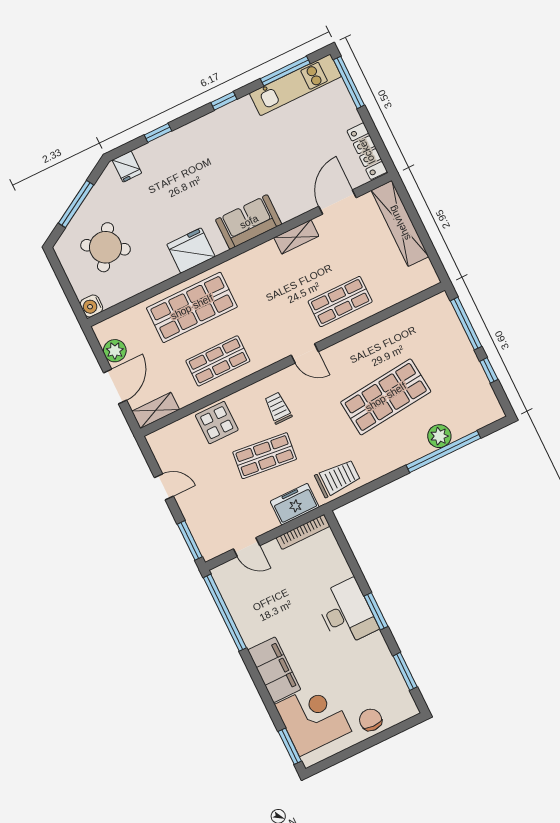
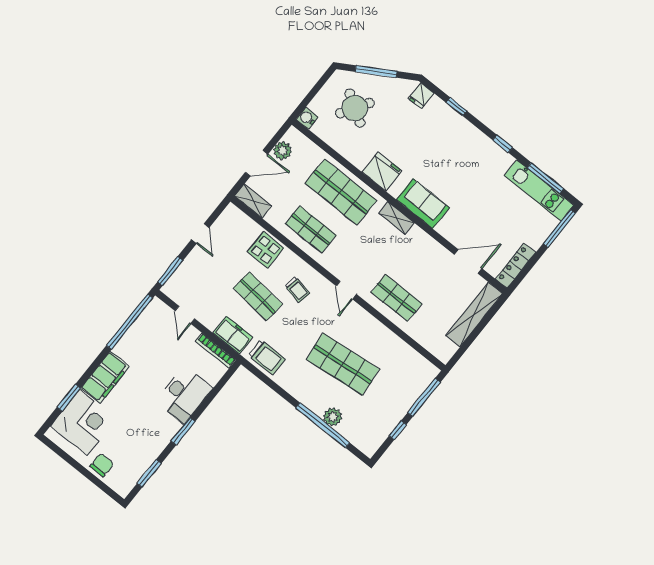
shelving: (296, 237) -> (396, 218), moved
trolley: (278, 408) -> (297, 290), turned 101
desk: (346, 613) -> (184, 395), moved
window: (290, 746) -> (69, 398), moved

